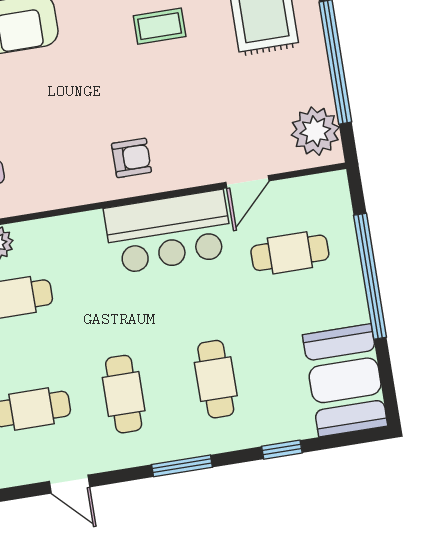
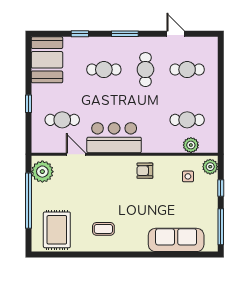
armchair: (131, 158) -> (145, 171), moved
door: (247, 182) -> (76, 154), hinge flipped
window: (370, 276) -> (29, 104), width x0.32
cafe table: (216, 379) -> (104, 70), turned 90

